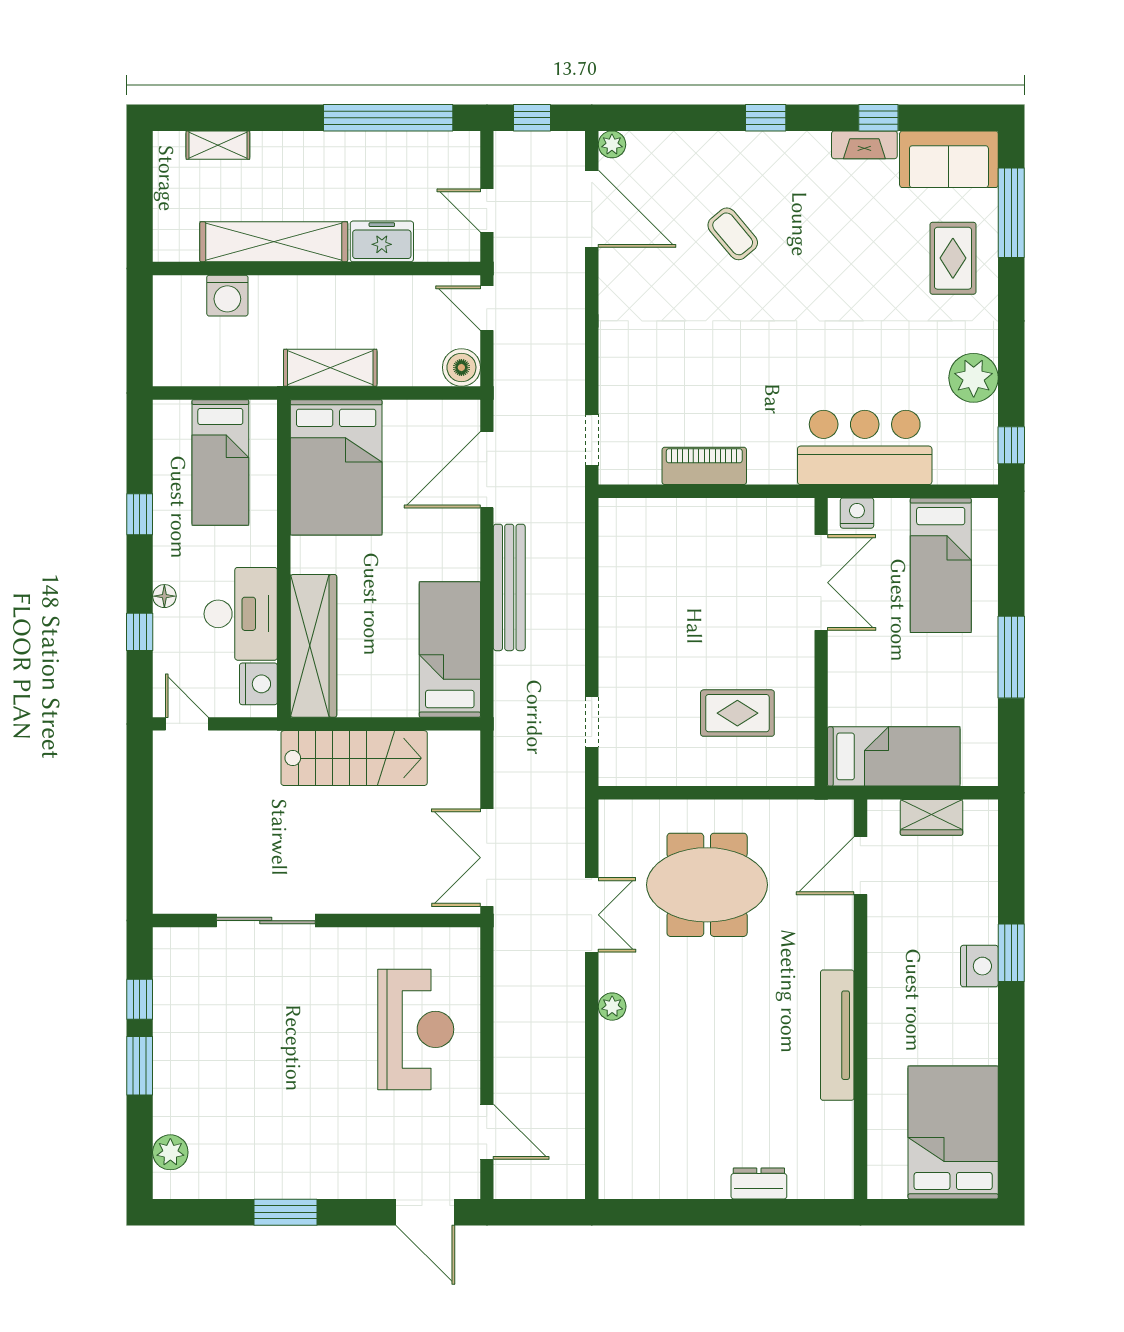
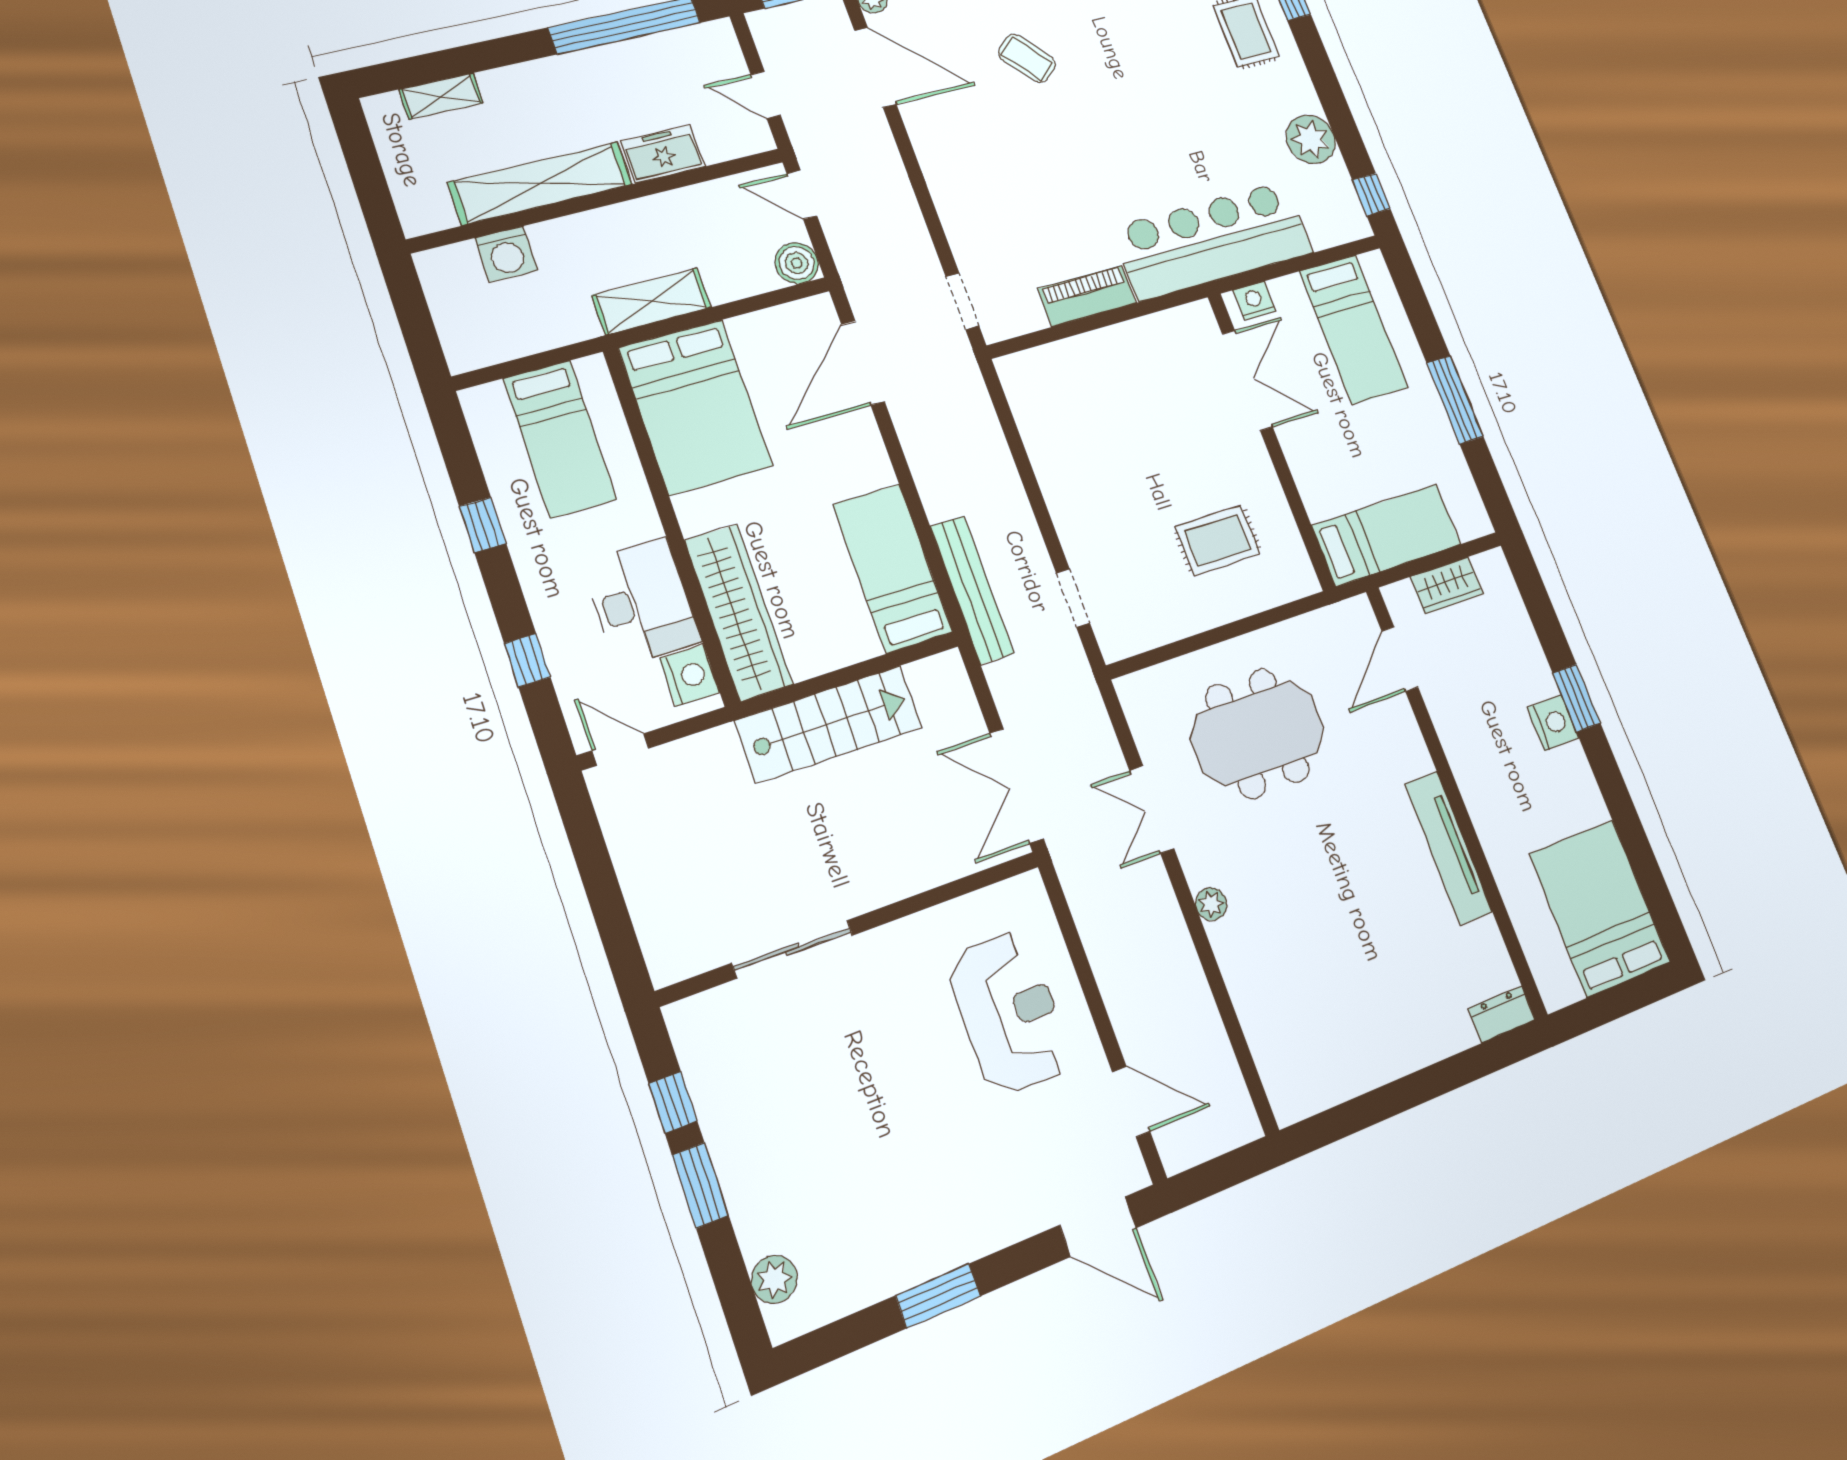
bar counter: (865, 447) -> (1213, 240), width x1.36
bench: (509, 587) -> (972, 590), moved
floor lamp: (164, 596) -> (544, 610), removed
double door: (592, 915) -> (1152, 809), swing flipped
dresser: (759, 1183) -> (1502, 1014), moved

